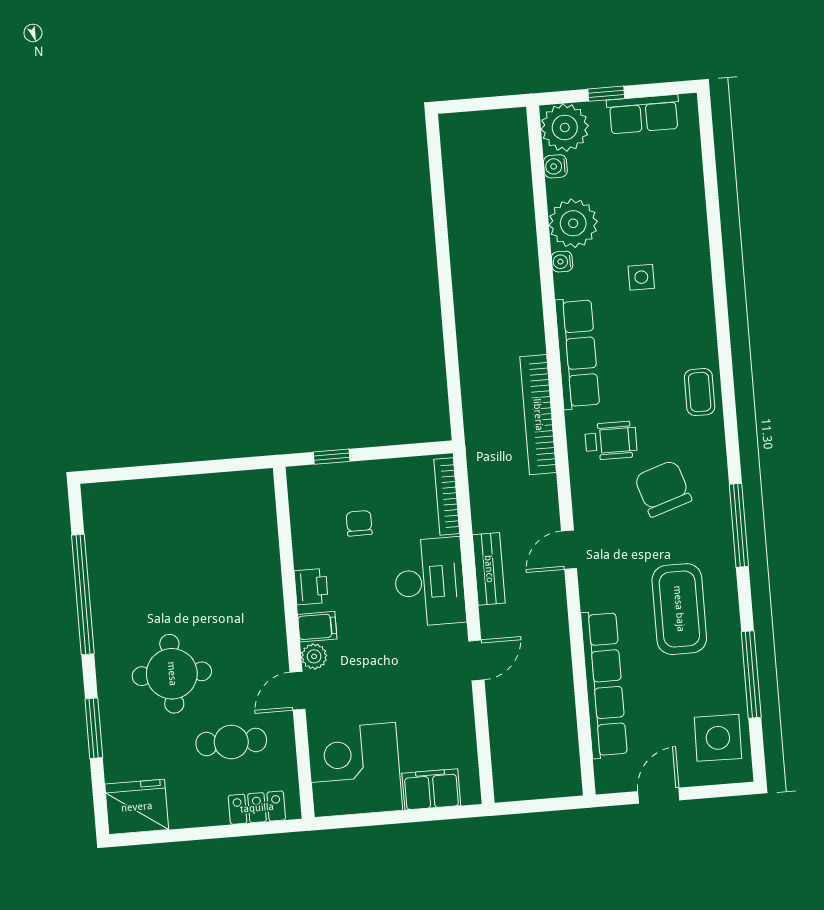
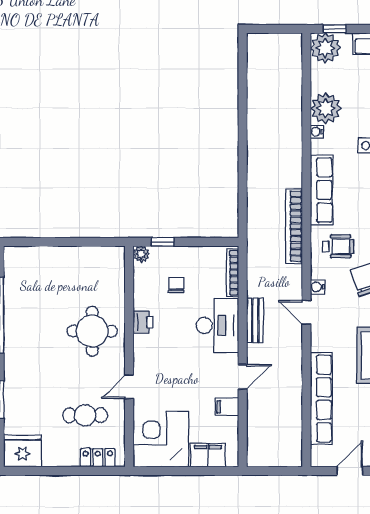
window: (606, 94) -> (334, 29), moved
water cooler: (555, 166) -> (318, 287), moved
door: (569, 550) -> (306, 312), hinge flipped
filing cabinet: (317, 627) -> (227, 407), moved, turned 180
plant: (314, 656) -> (141, 254), moved
round table: (172, 674) -> (92, 331), moved

